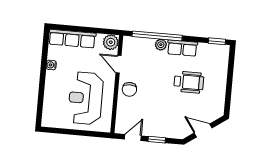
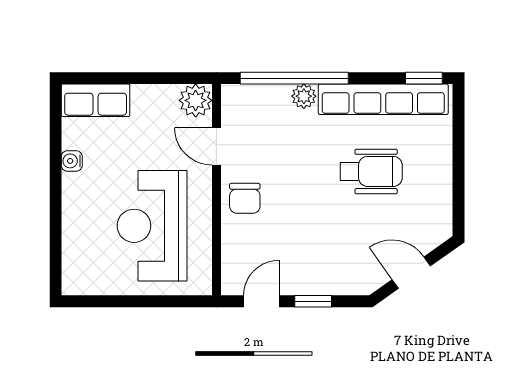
row of seats: (72, 39) -> (96, 100), width x0.68
row of seats: (182, 48) -> (383, 99), width x2.02

